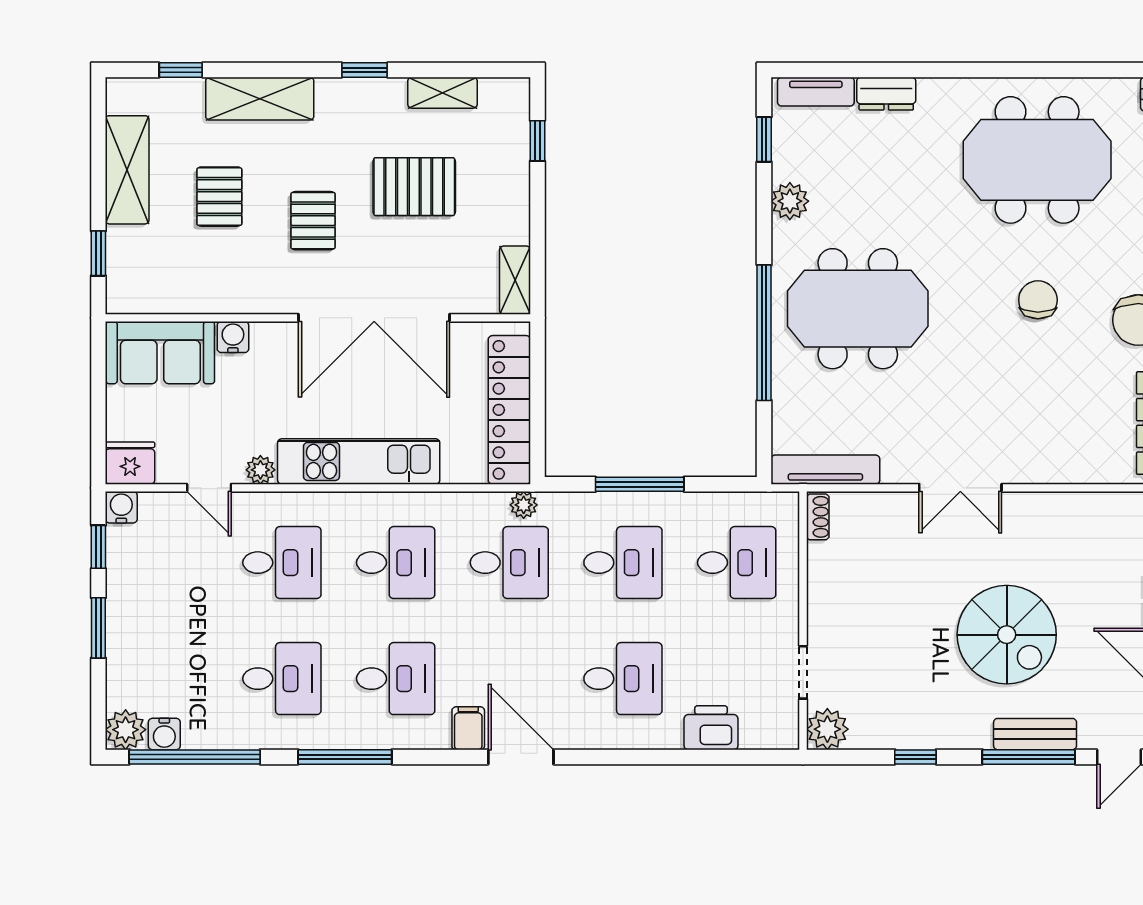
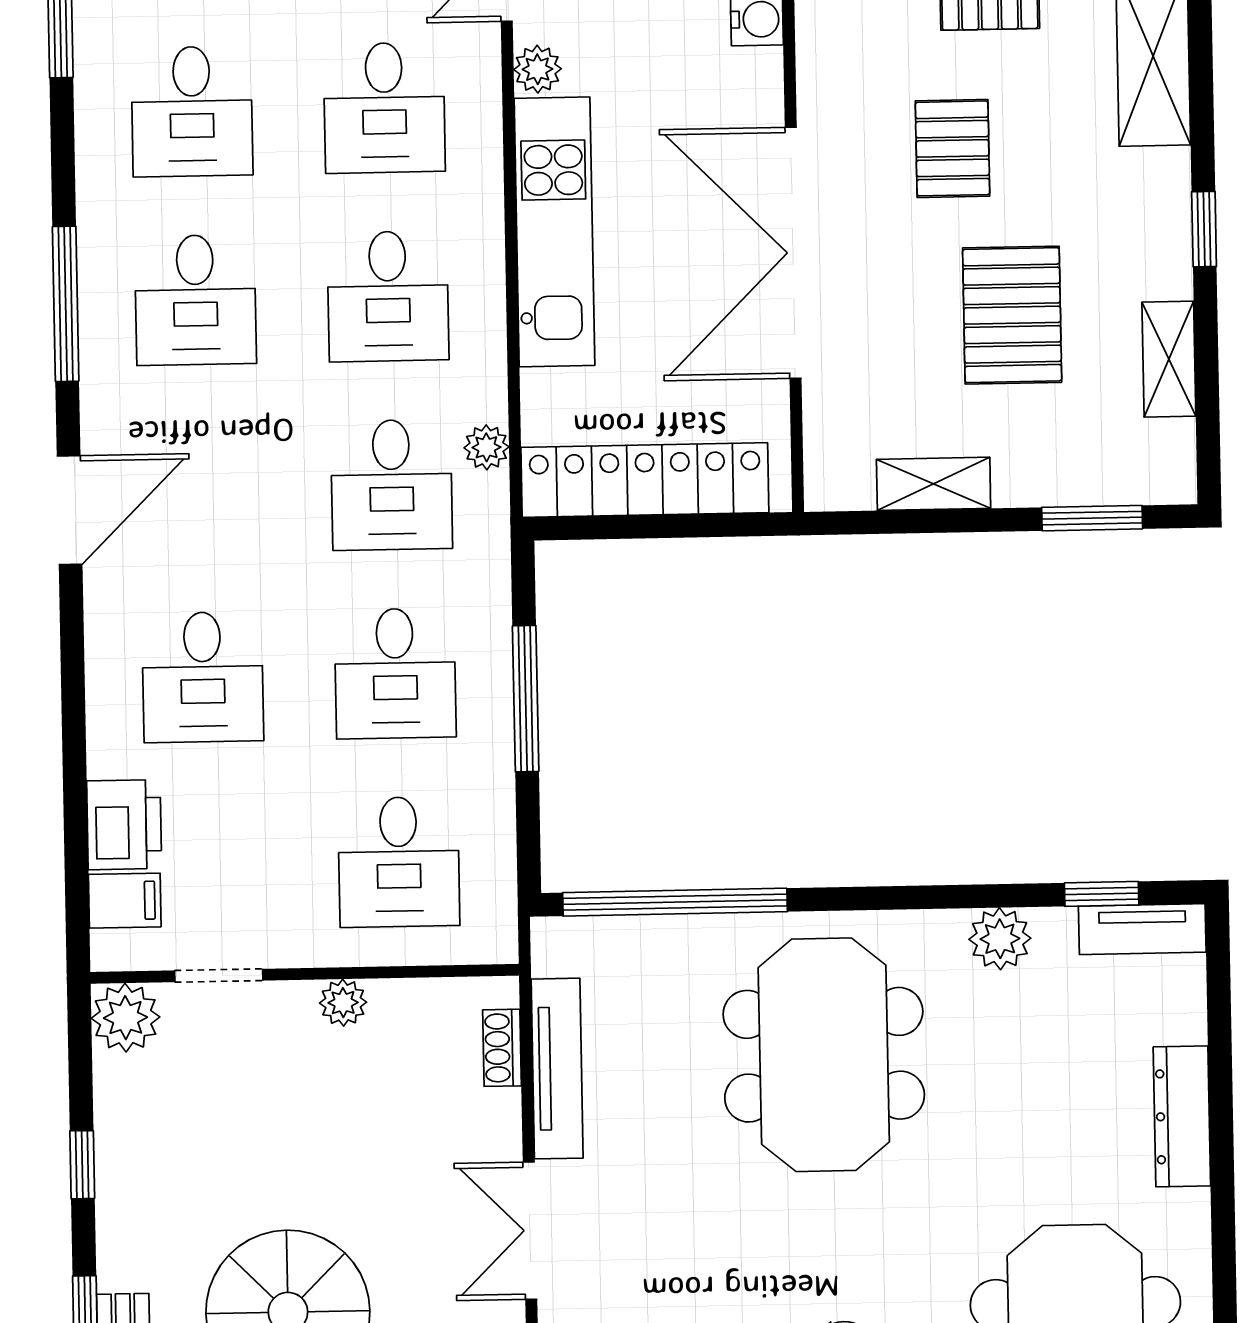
tv unit: (816, 92) -> (1142, 929), moved, turned -90
dresser: (886, 94) -> (1182, 1116), width x1.44
window: (537, 141) -> (1092, 518), width x1.50
pallet: (313, 221) -> (952, 148), turned 90
shelving: (515, 280) -> (934, 484), moved
window: (764, 333) -> (675, 902), moved
tv unit: (825, 470) -> (557, 1069), moved
plant: (524, 505) -> (486, 447), moved
shoe rack: (818, 517) -> (502, 1048), moved, turned 90
plant: (821, 598) -> (343, 1003), added
filing cabinet: (468, 728) -> (125, 901), moved
window: (345, 757) -> (66, 304), moved

